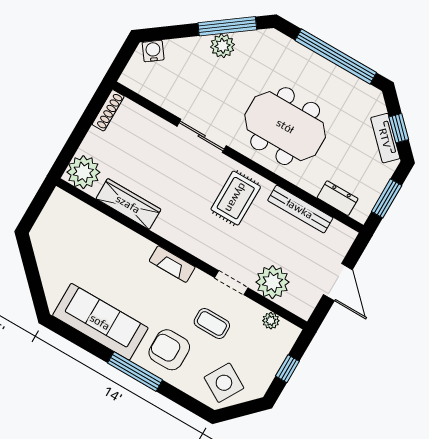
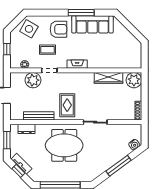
window: (227, 26) -> (119, 166), moved
plant: (223, 46) -> (108, 163), removed
window: (135, 371) -> (81, 13), moved

